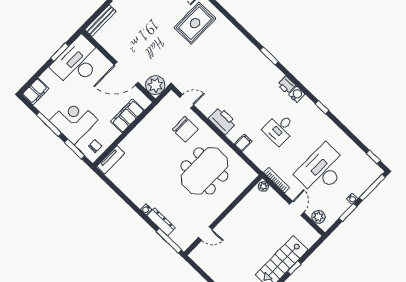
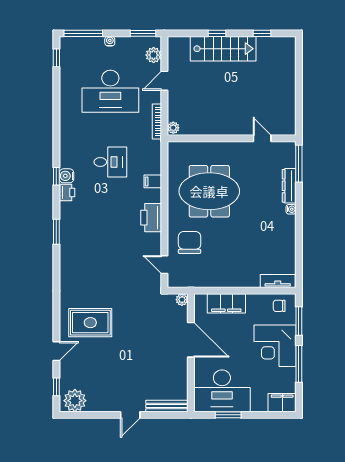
plant: (155, 85) -> (182, 300), width x0.53, depth x0.53
window: (322, 107) -> (56, 176), moved
window: (348, 212) -> (143, 33), moved

